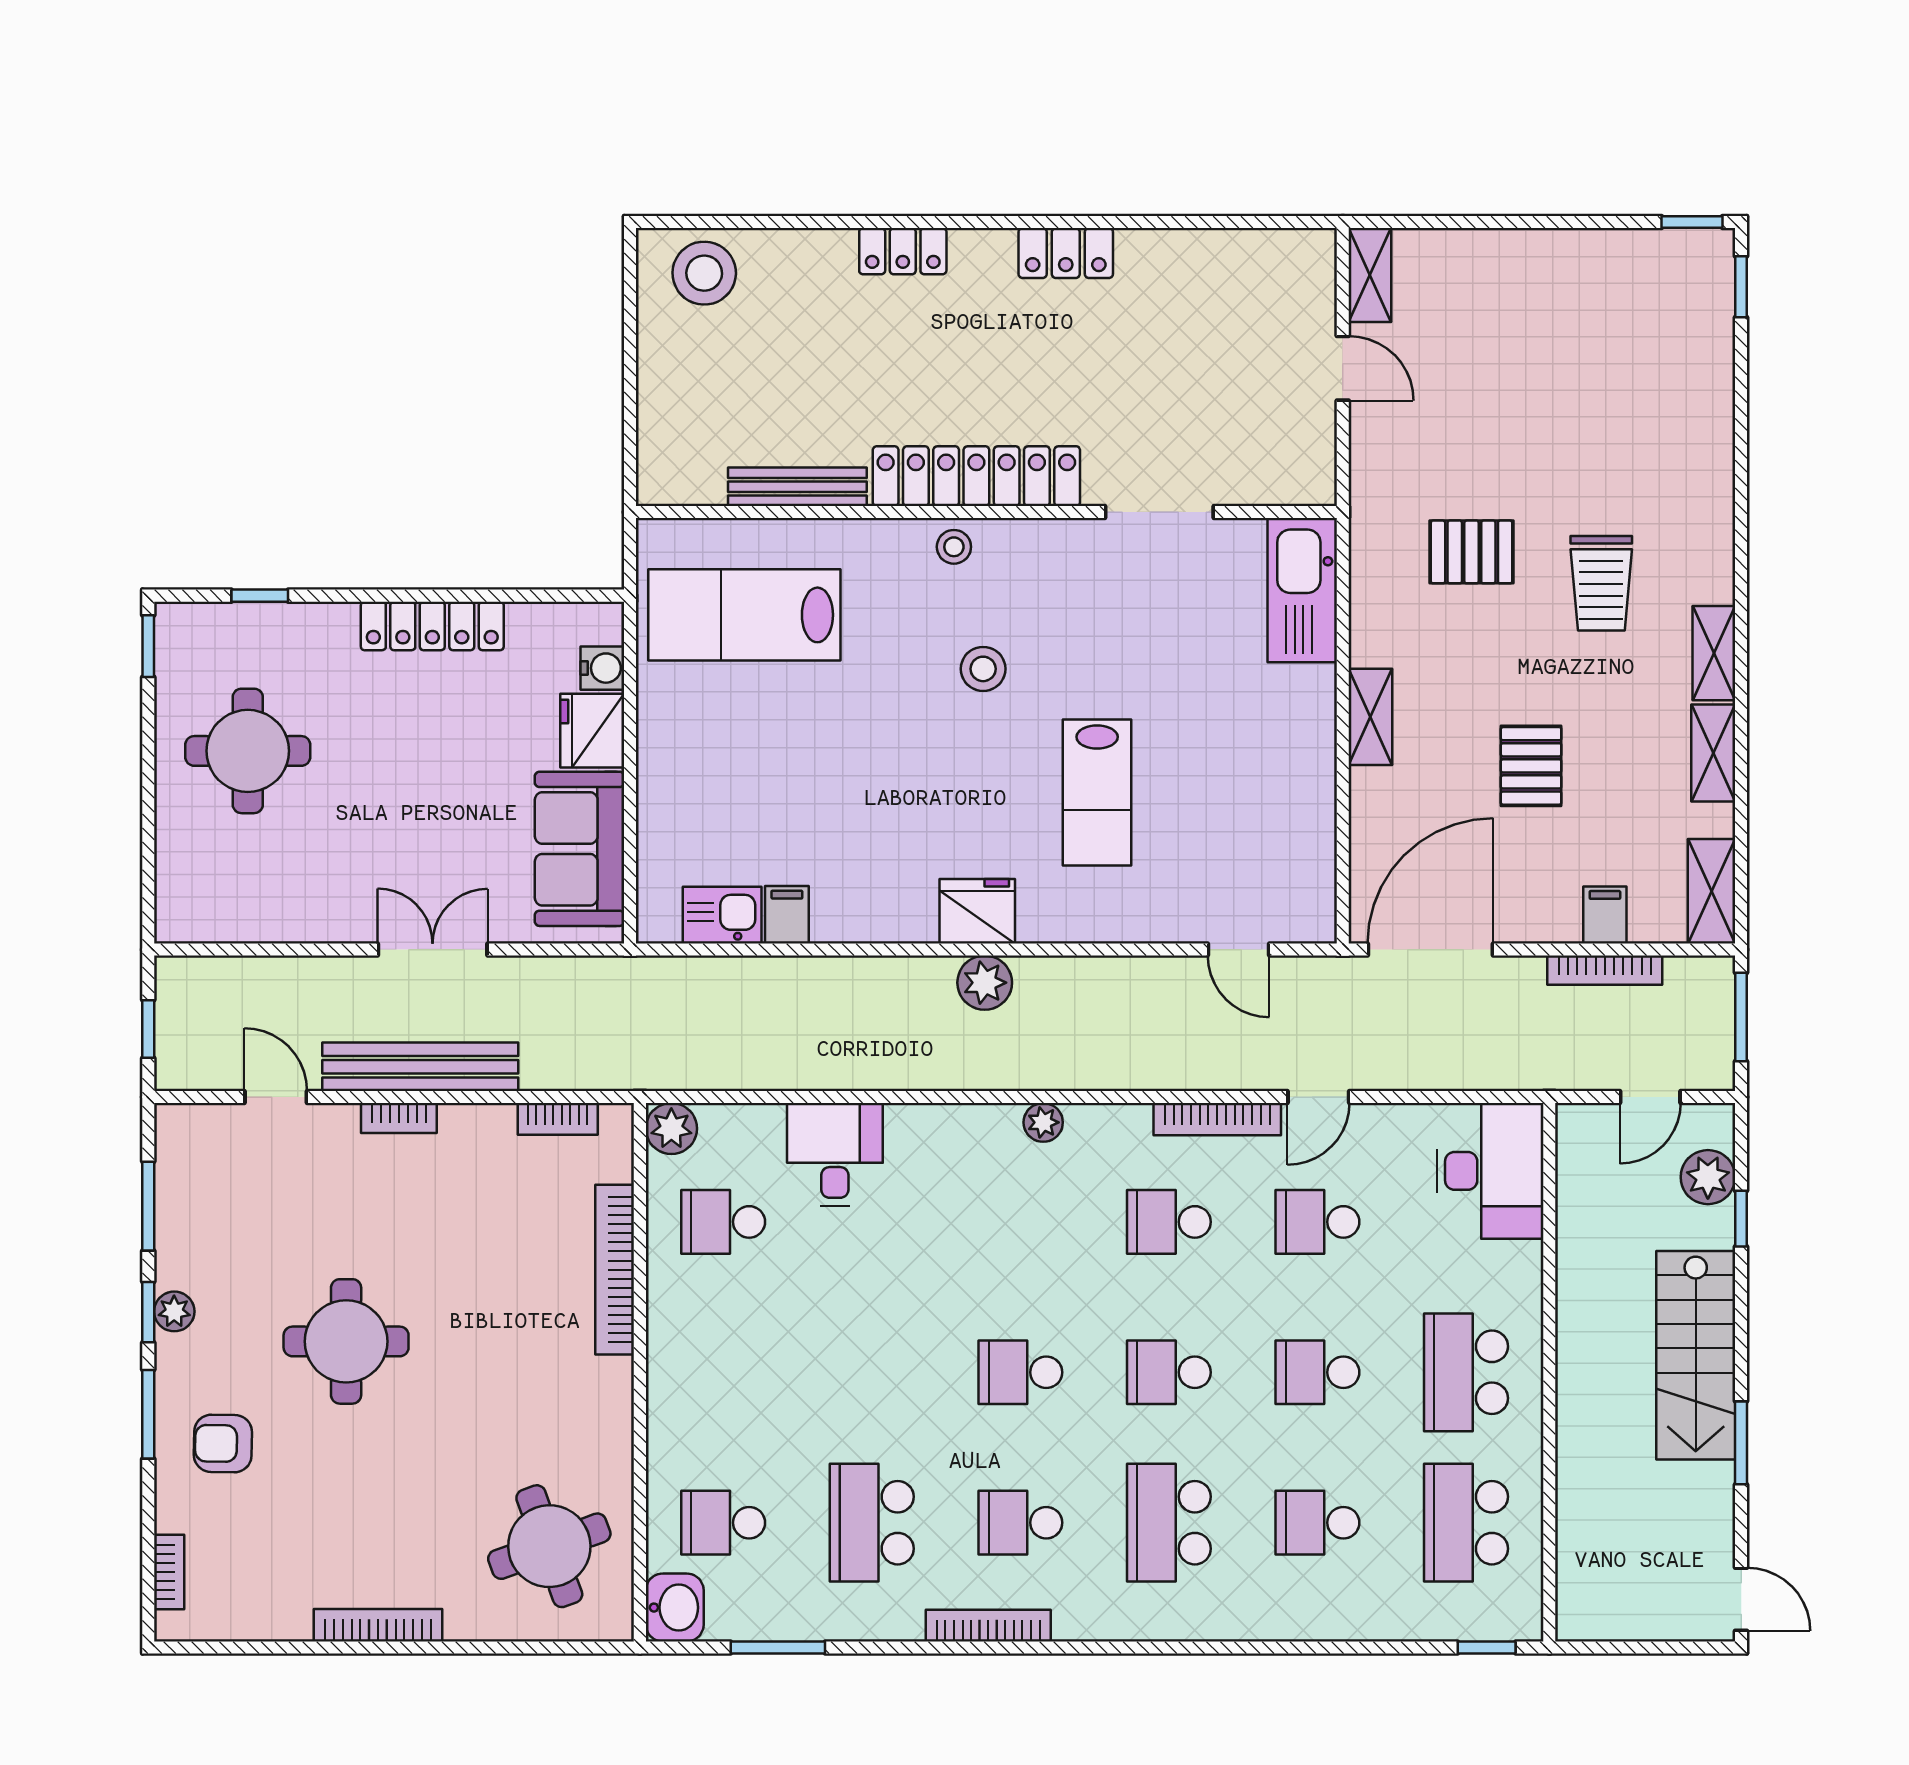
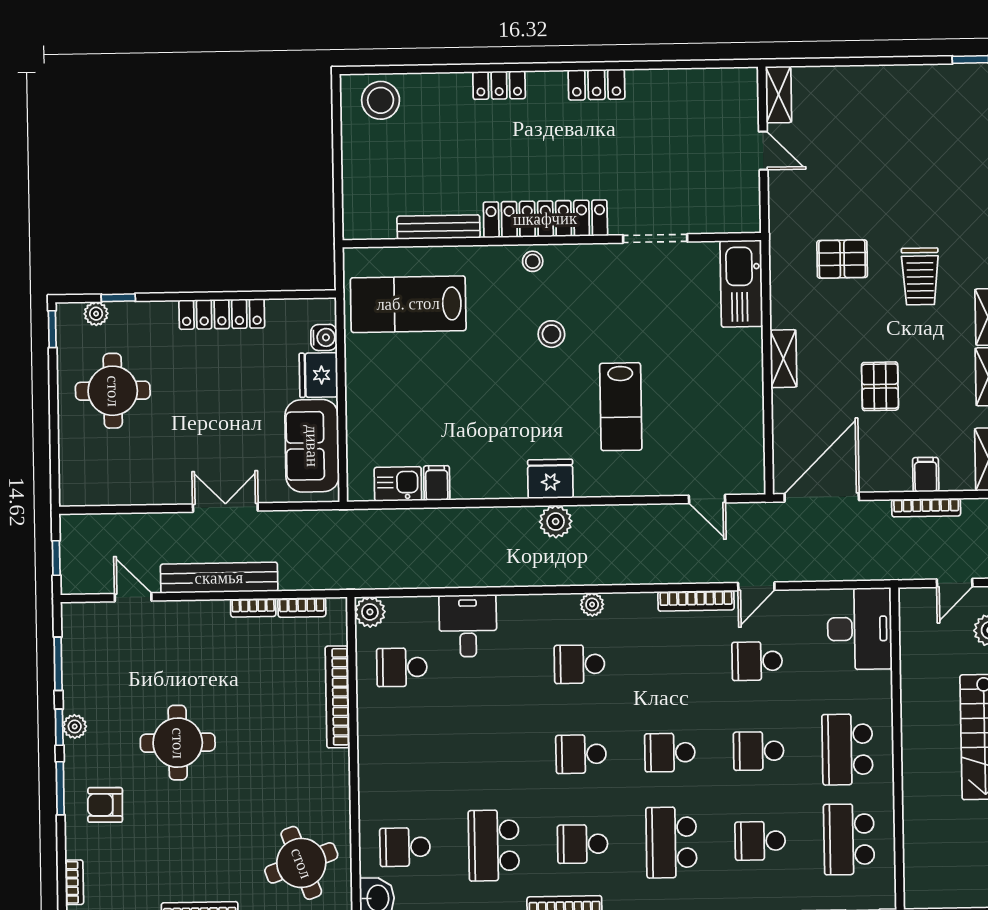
plant: (222, 622) -> (96, 314), added
bookcase: (399, 1118) -> (253, 608), moved
school desk: (1169, 1222) -> (579, 664), moved

